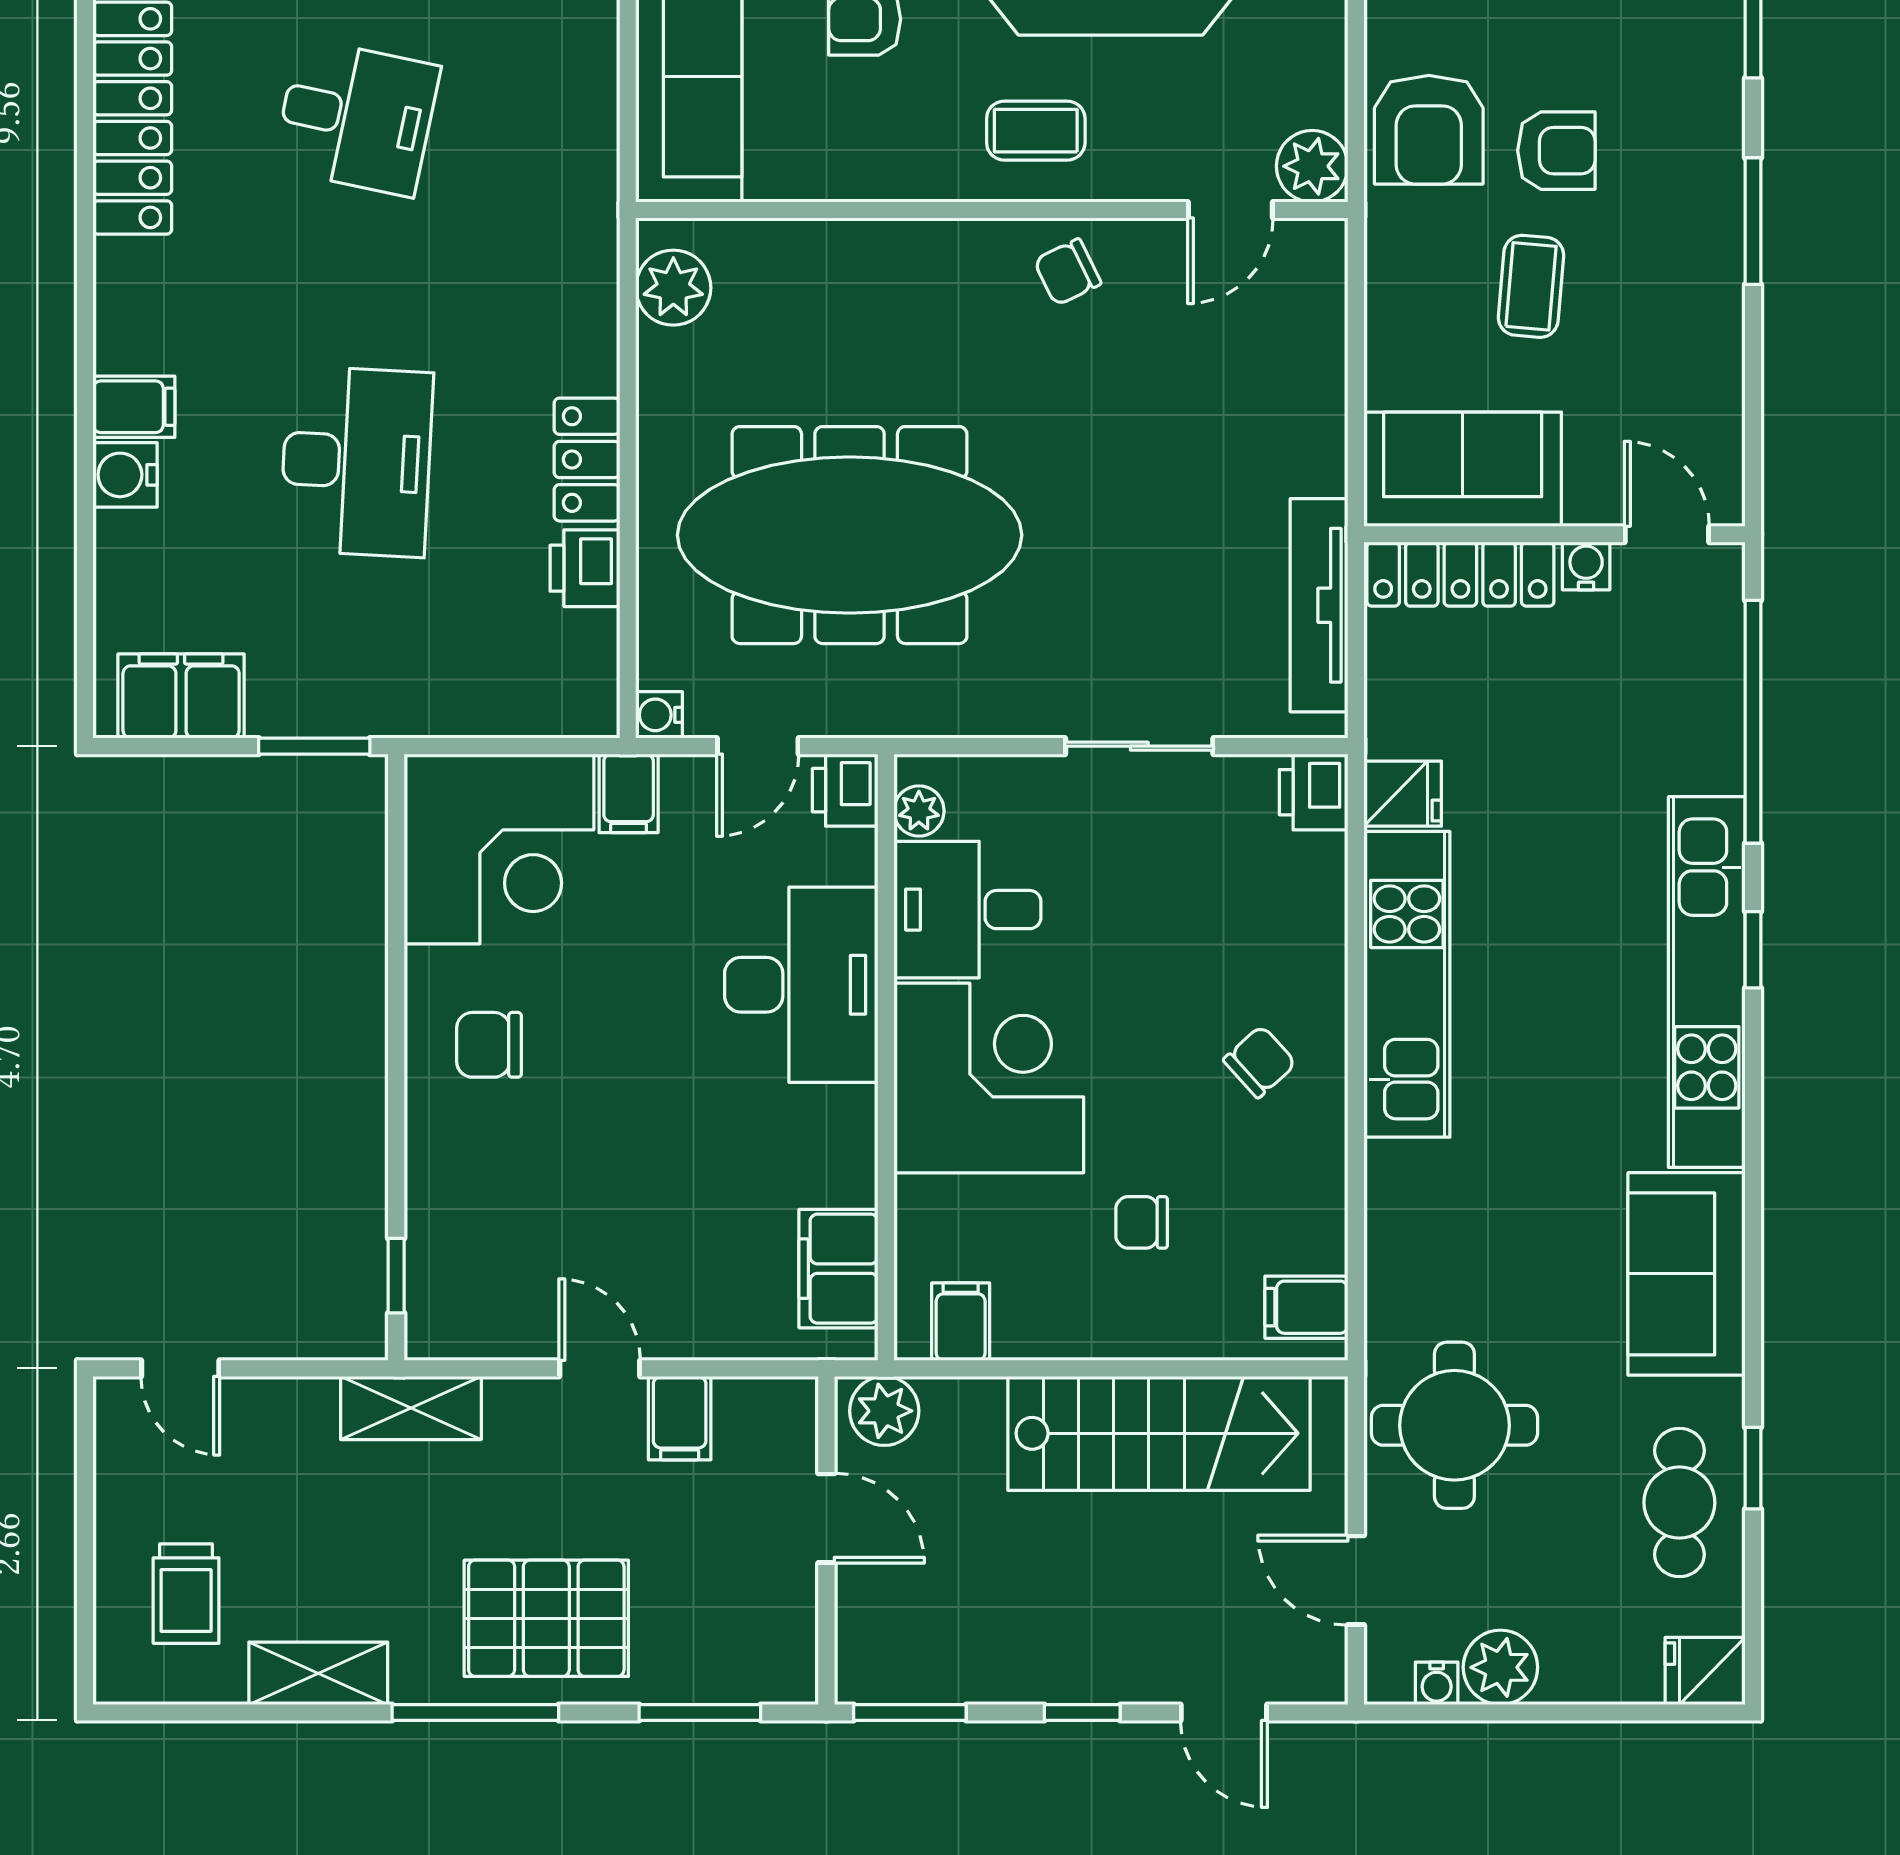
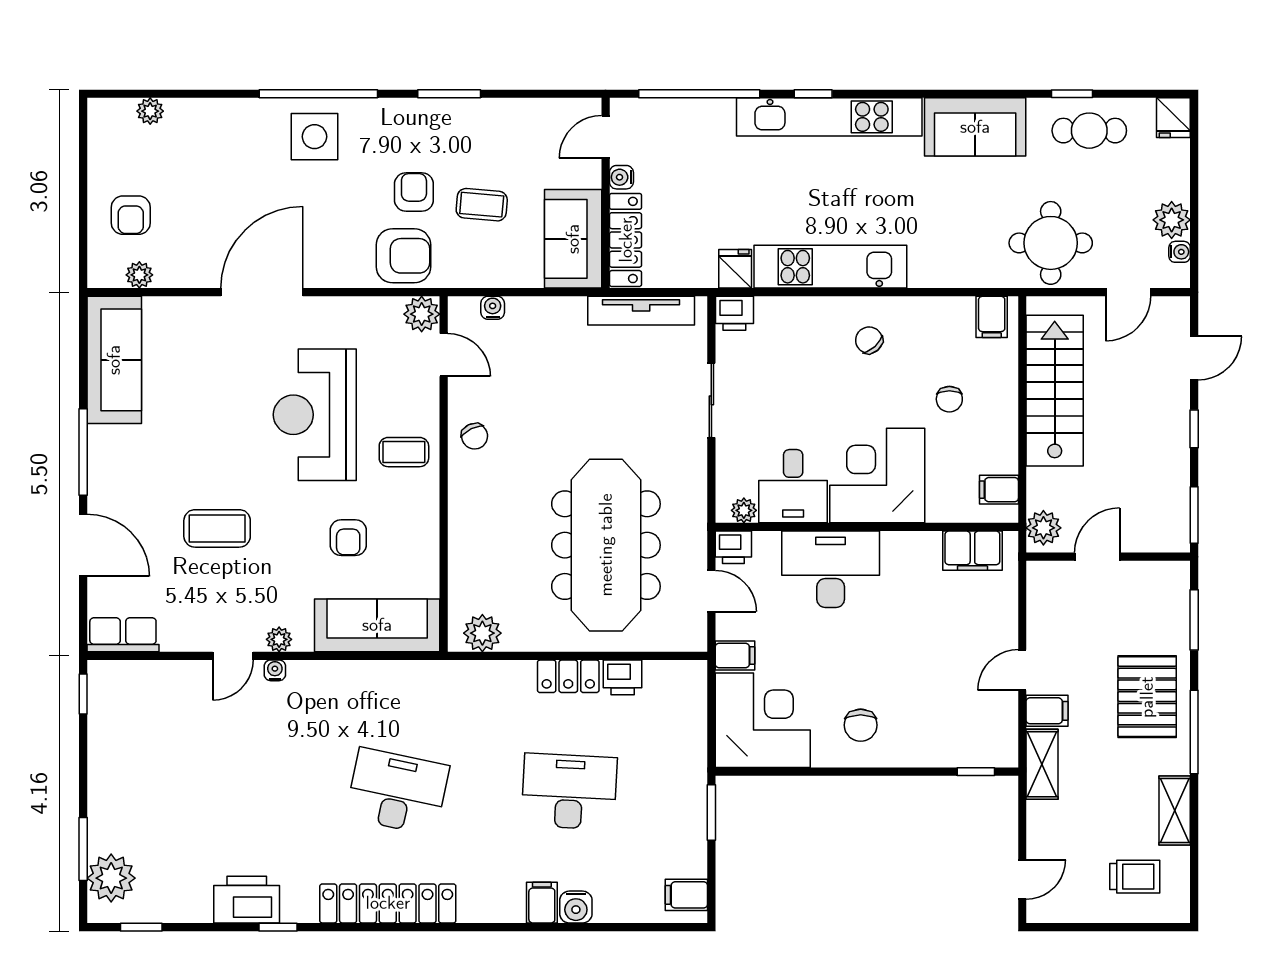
desk: (356, 117) -> (397, 791), width x1.37
coffee table: (1036, 131) -> (404, 452), turned 90
filing cabinet: (181, 696) -> (686, 895), width x0.50
water cooler: (659, 715) -> (493, 308), moved, turned 180
filing cabinet: (680, 1418) -> (1047, 711), moved

